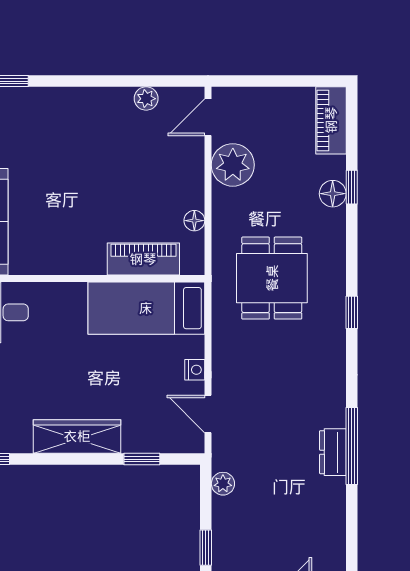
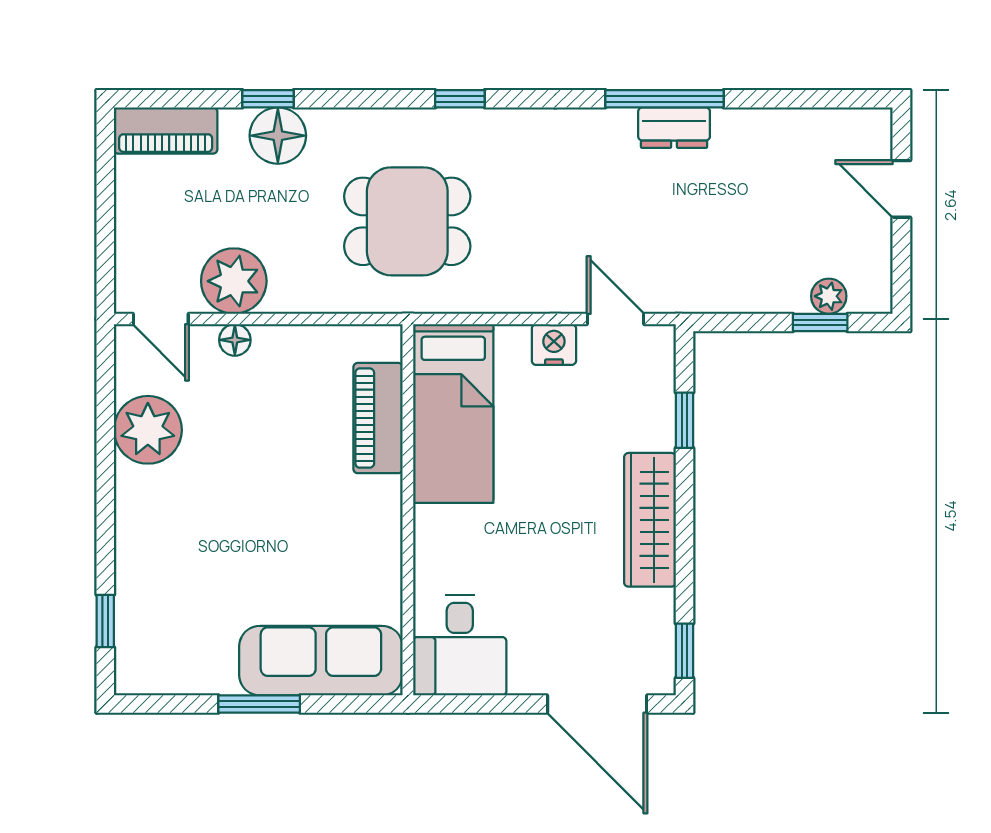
plant: (146, 99) -> (148, 430), width x1.88, depth x1.88
floor lamp: (333, 194) -> (278, 136), width x1.38, depth x1.38
floor lamp: (194, 221) -> (235, 340), moved
nightstand: (195, 370) -> (554, 345), width x1.39, depth x1.35
door: (208, 414) -> (616, 319), swing flipped
plant: (223, 484) -> (829, 296), moved

